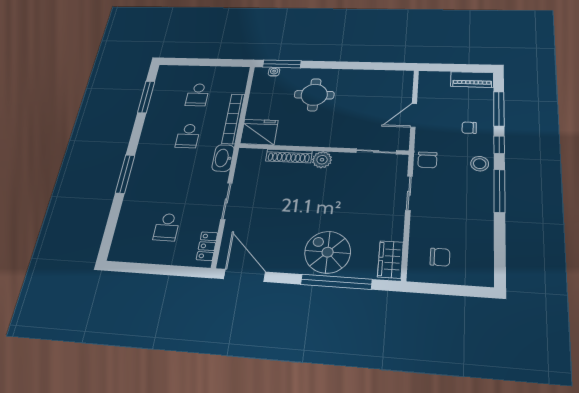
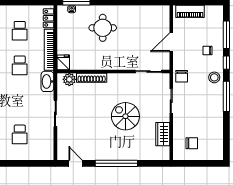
piano: (472, 79) -> (190, 11), moved
fridge: (259, 132) -> (63, 62), width x0.53, depth x0.75
plant: (322, 160) -> (69, 79), moved
locker: (207, 246) -> (49, 18), moved
spiral stairs: (328, 252) -> (125, 116), moved
wardrobe: (390, 259) -> (163, 134), moved
door: (244, 275) -> (76, 163), width x0.53
window: (336, 282) -> (116, 163), moved

